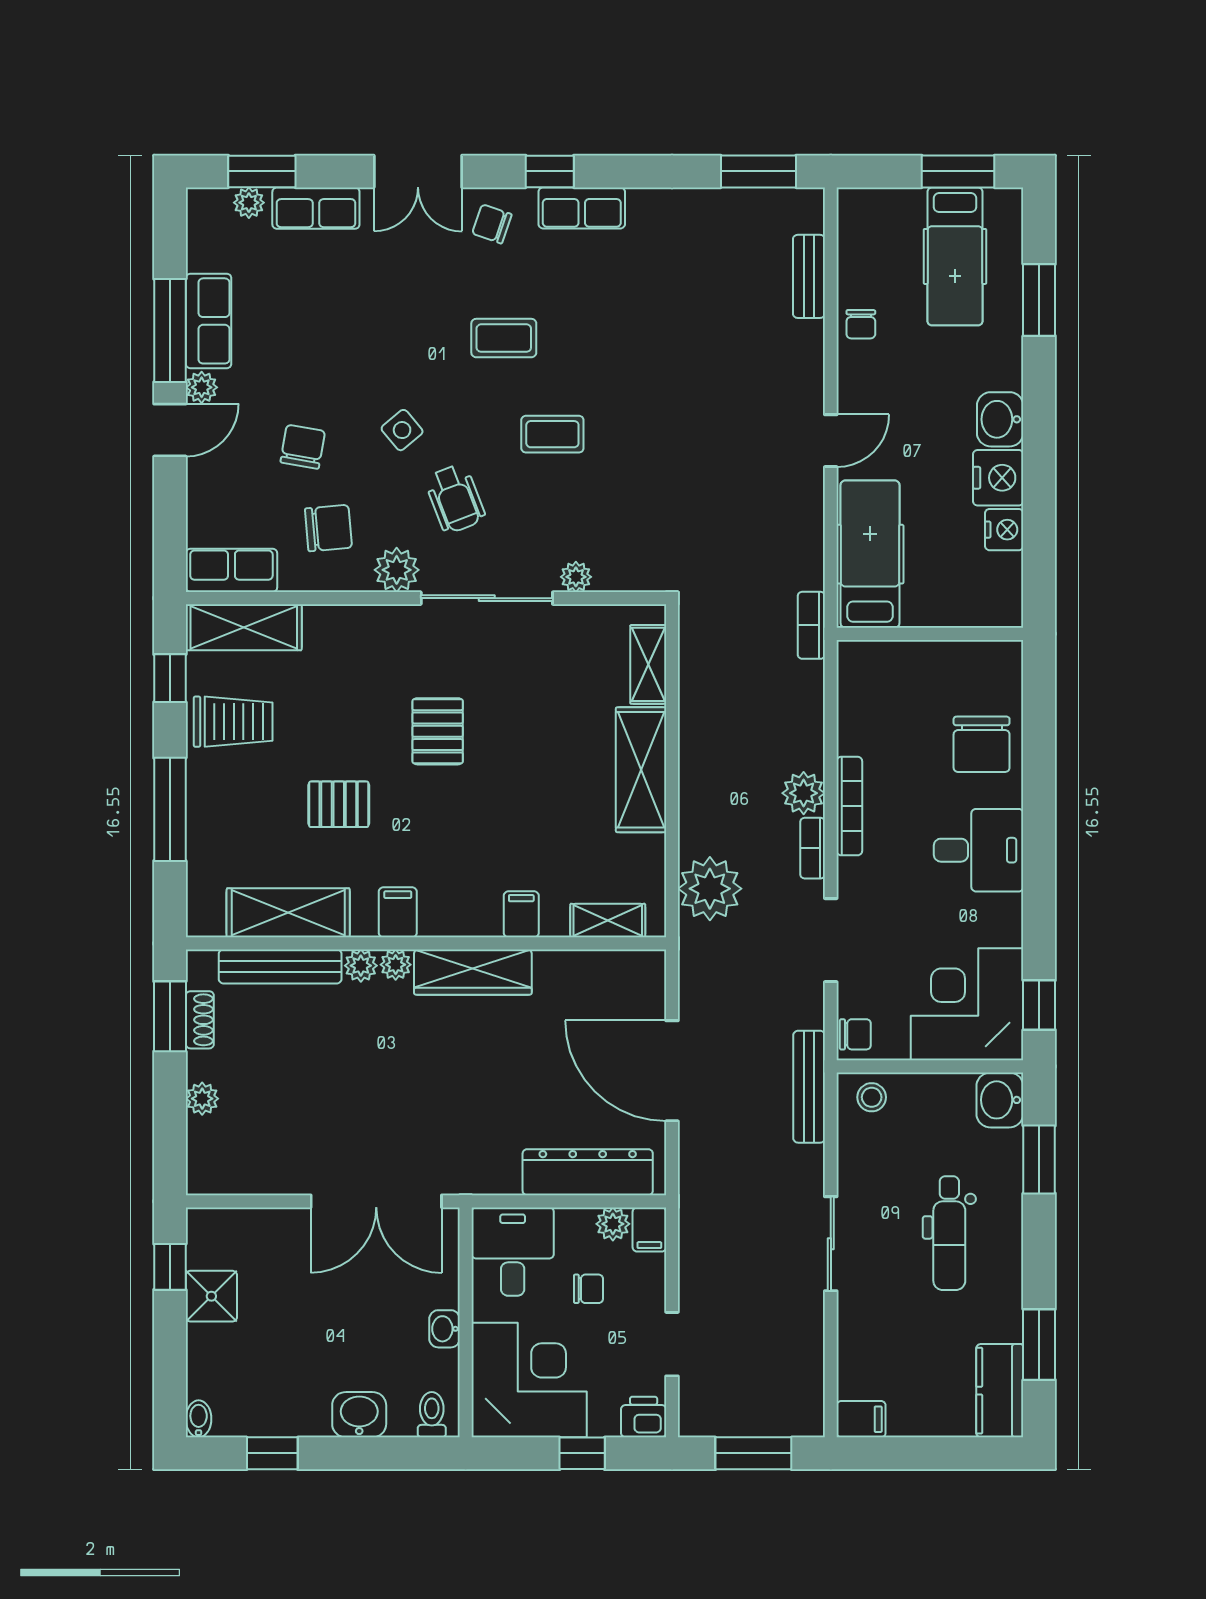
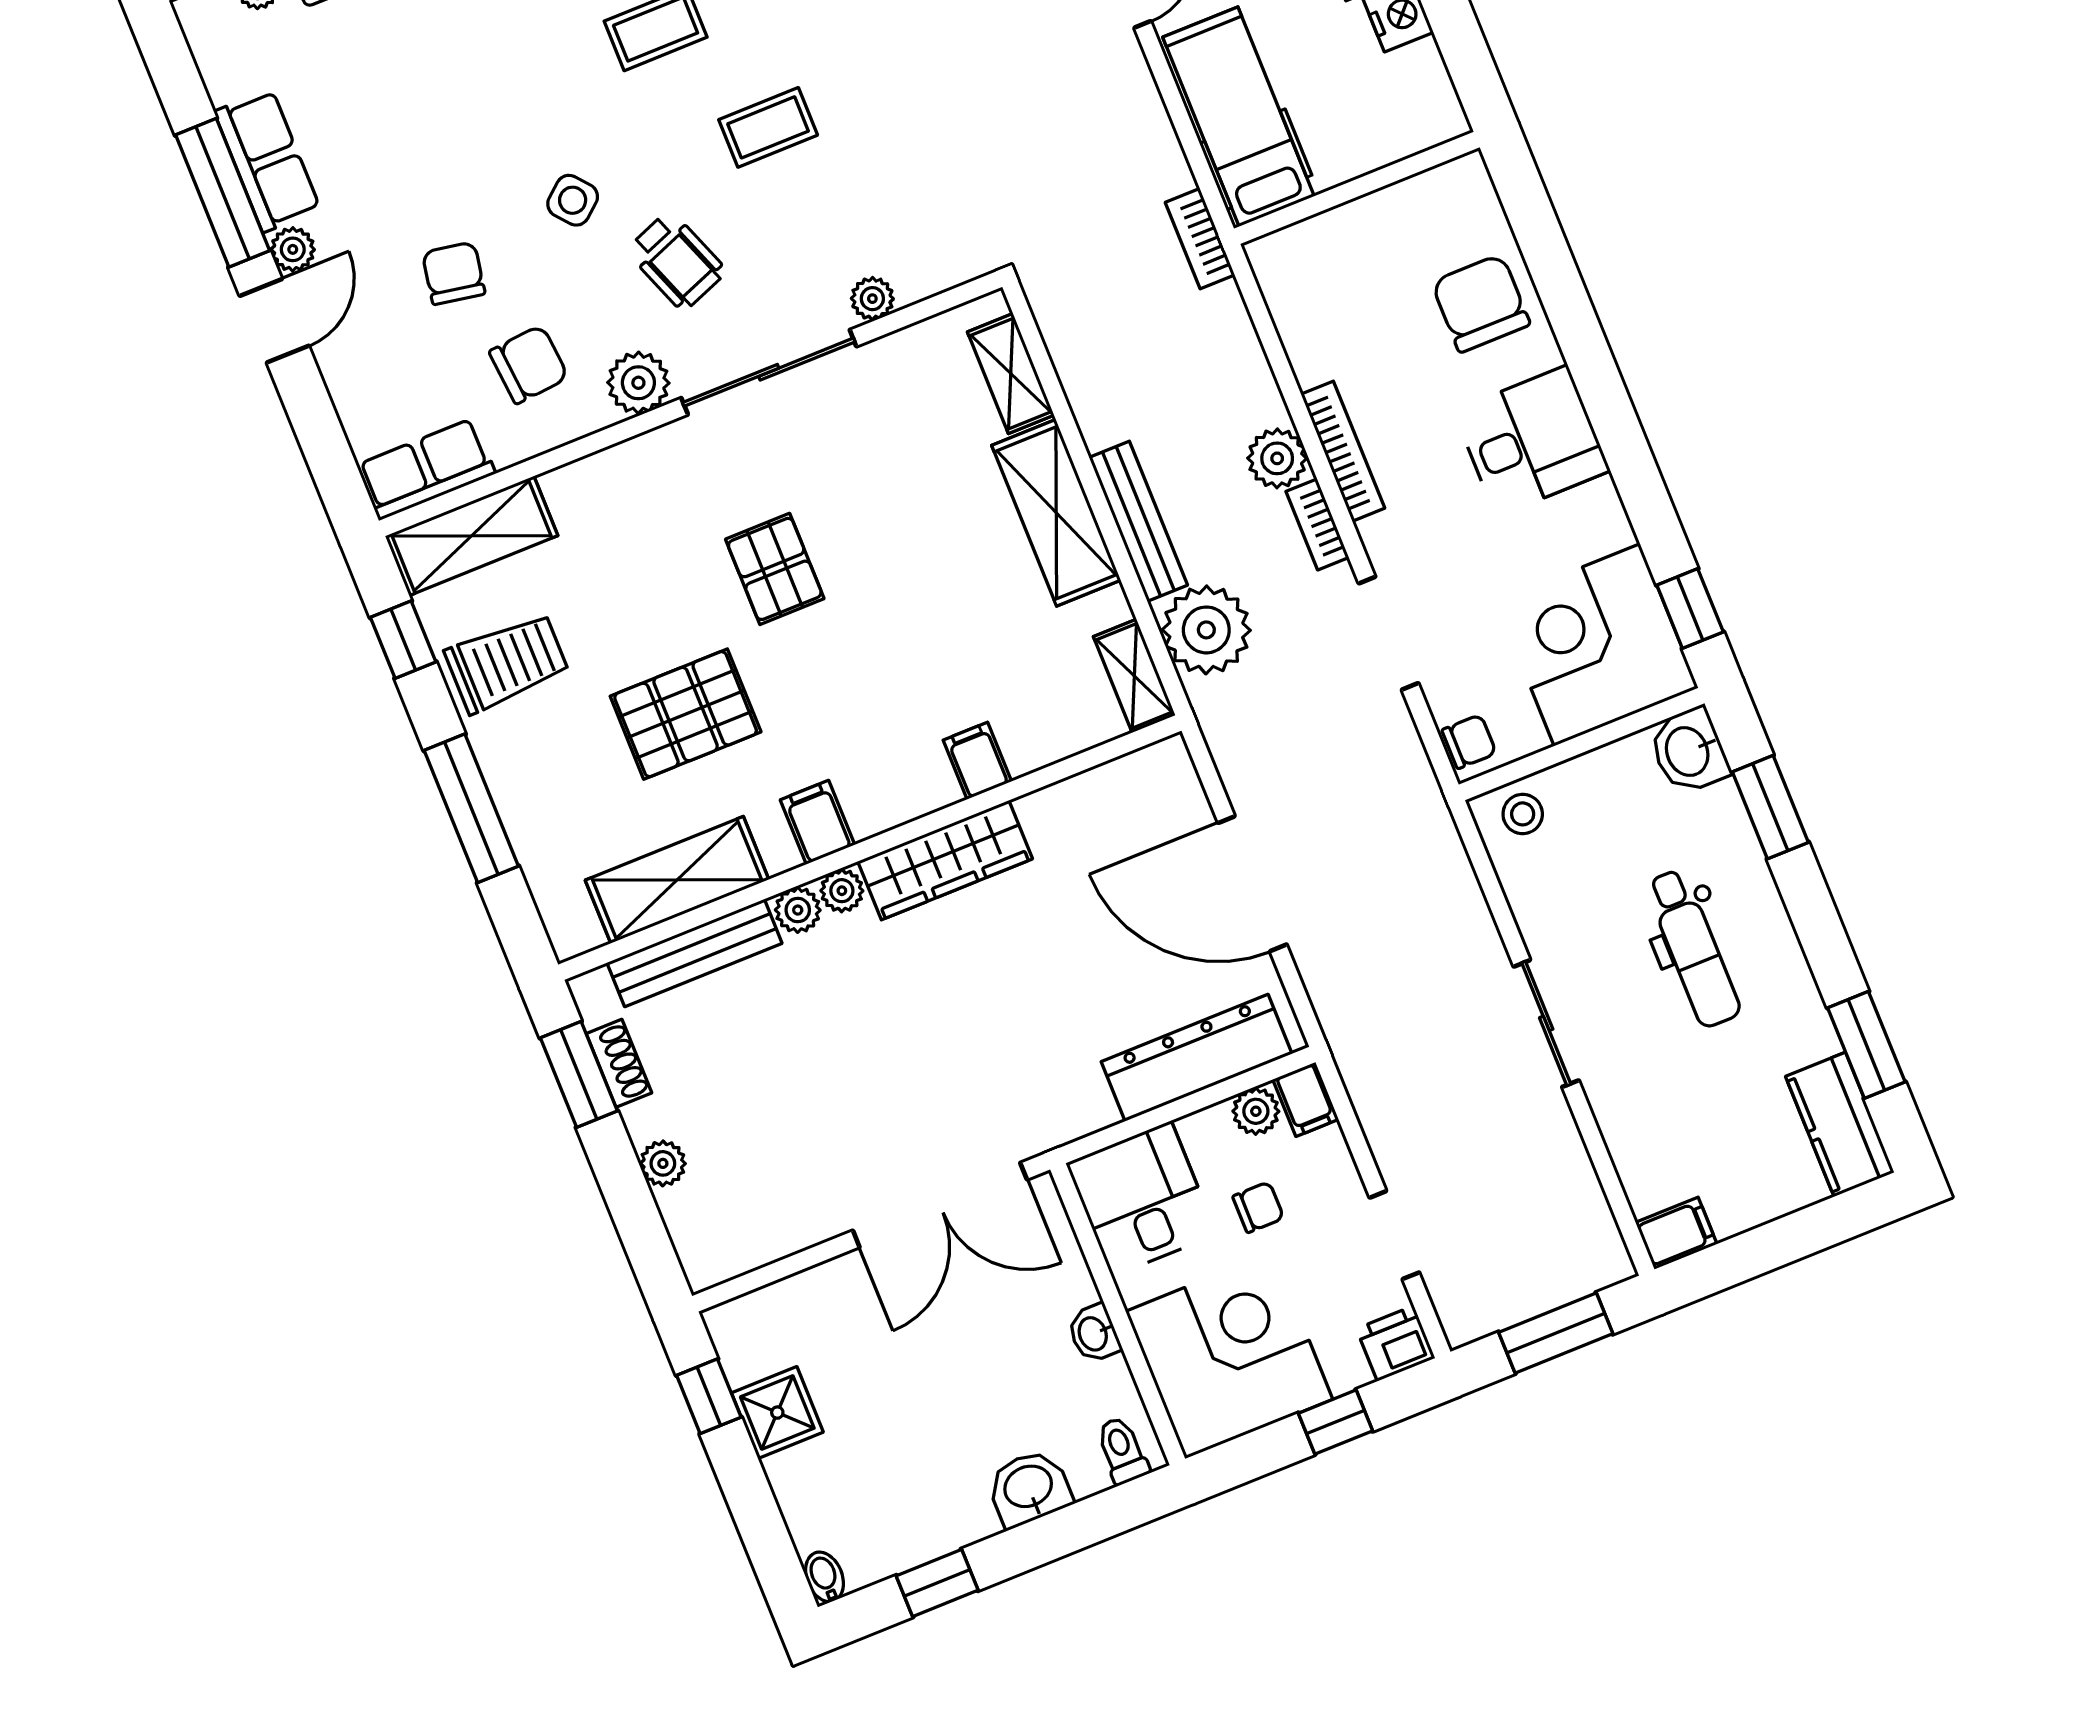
chair: (982, 744) -> (1481, 303), turned 180
pallet: (339, 804) -> (686, 714), width x1.50, depth x1.42
shelving: (608, 921) -> (1134, 676), moved, turned 90
bench: (809, 1087) -> (1138, 521), moved

